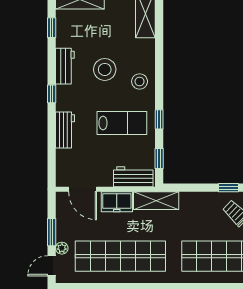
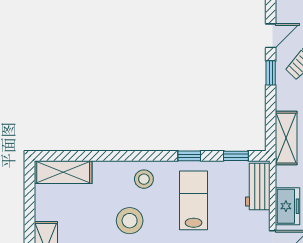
shelving: (156, 201) -> (286, 138), moved

